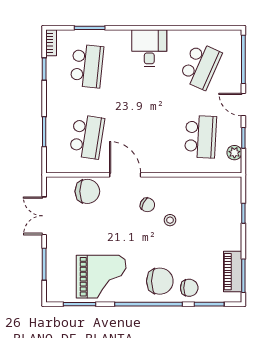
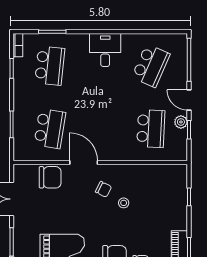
plant: (234, 153) -> (181, 122), moved

